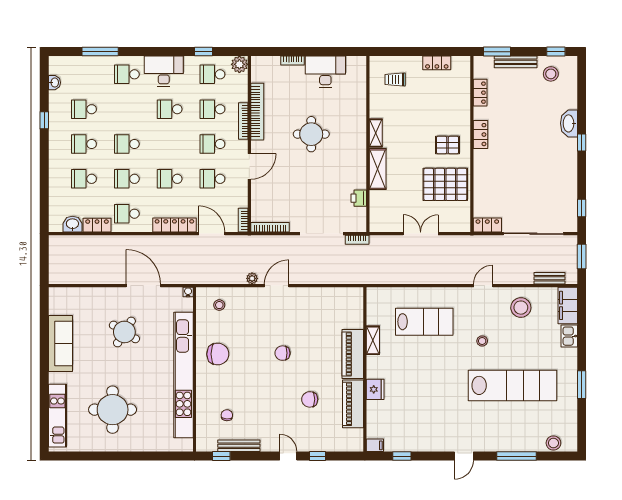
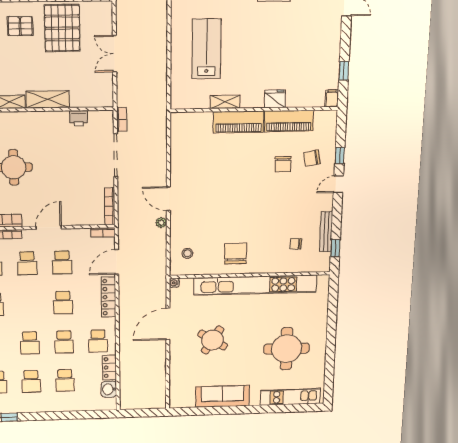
pallet: (448, 145) -> (20, 26), turned 90
door: (249, 166) -> (49, 227), hinge flipped
chair: (283, 353) -> (312, 158), moved, turned 79

